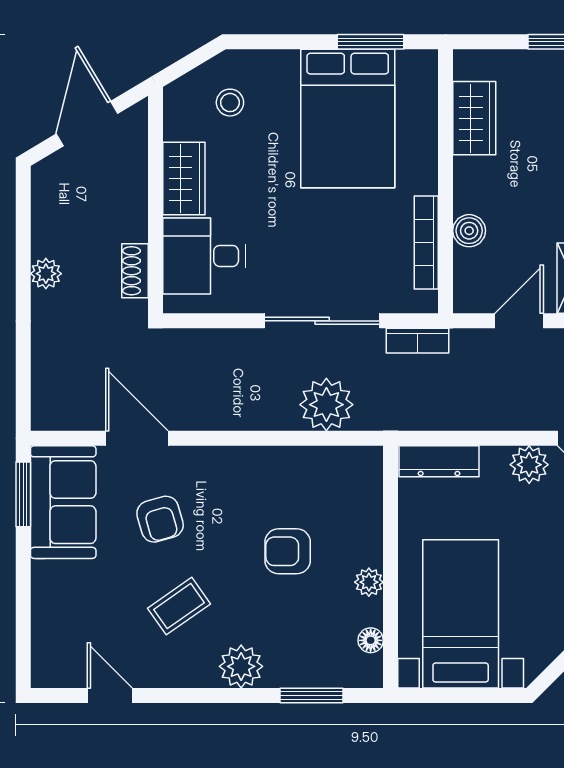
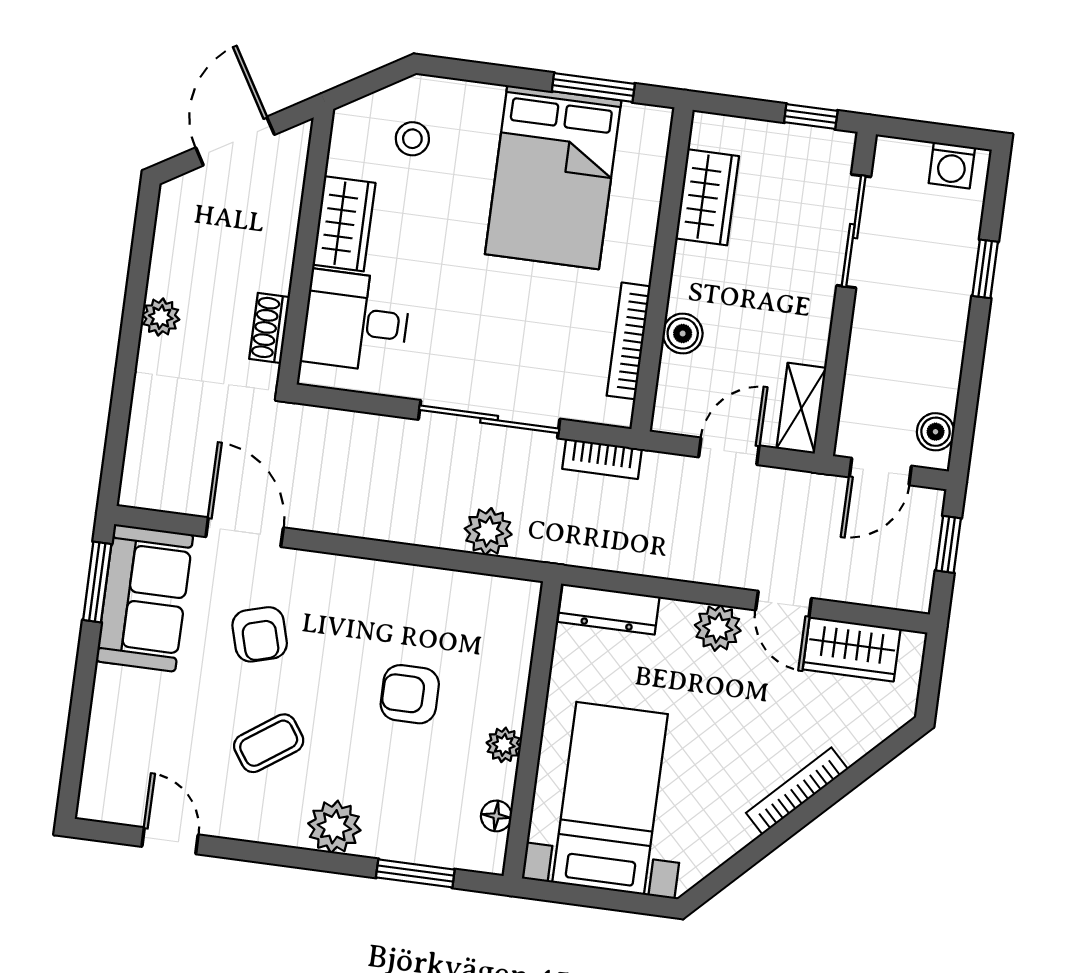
plant: (326, 405) -> (488, 532), width x0.73, depth x0.73

